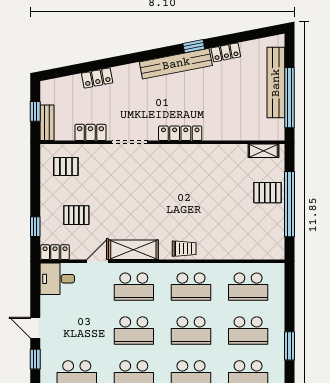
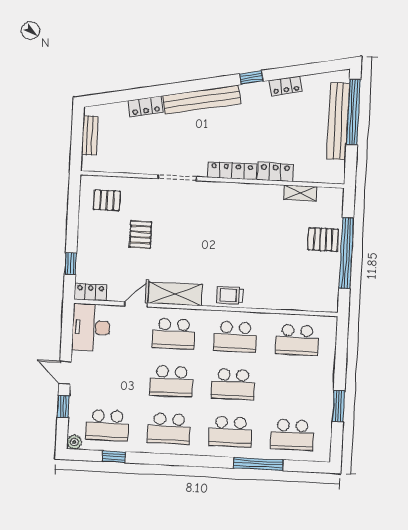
bench: (176, 64) -> (201, 100), moved
window: (290, 98) -> (353, 112), moved
window: (35, 111) -> (77, 139), removed
bench: (47, 123) -> (90, 135), moved
locker: (90, 132) -> (275, 172), moved
shelving: (263, 151) -> (300, 193), moved
pallet: (76, 215) -> (141, 234), moved, turned 90
trolley: (184, 249) -> (230, 295), turned 180
desk: (57, 279) -> (91, 327), width x1.37
school desk: (248, 331) -> (295, 387), removed

